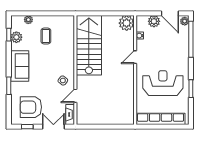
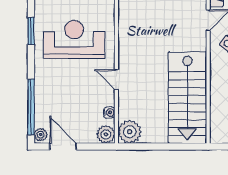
plant: (154, 21) -> (106, 134), moved
door: (135, 57) -> (116, 80), swing flipped
reception desk: (163, 83) -> (74, 40), turned 180

